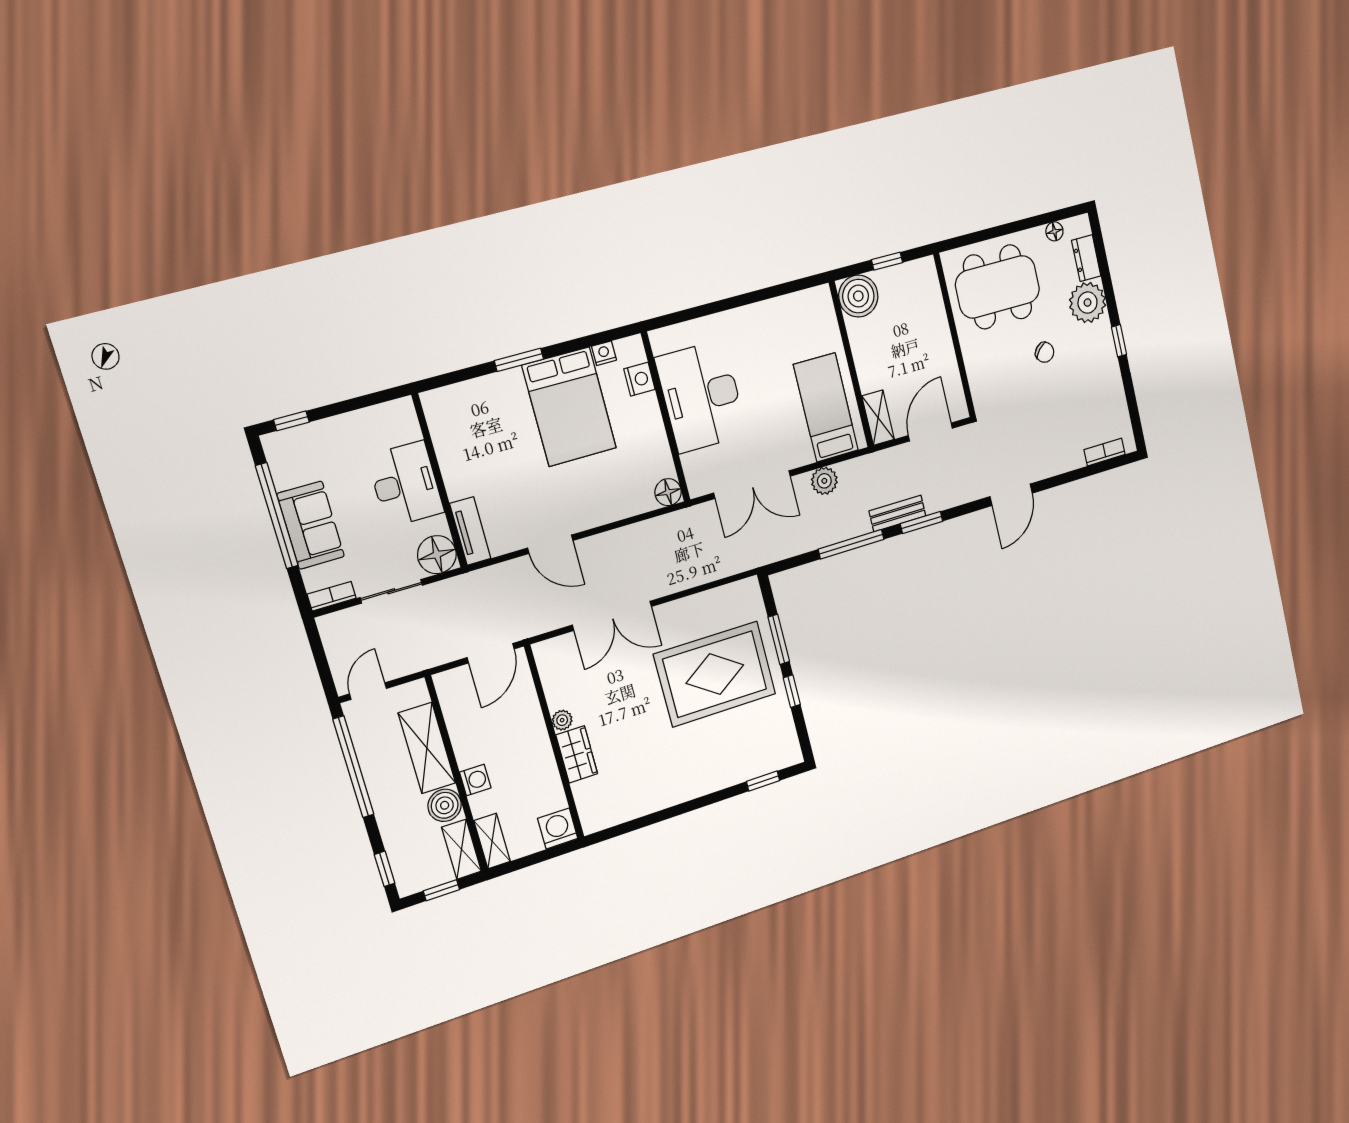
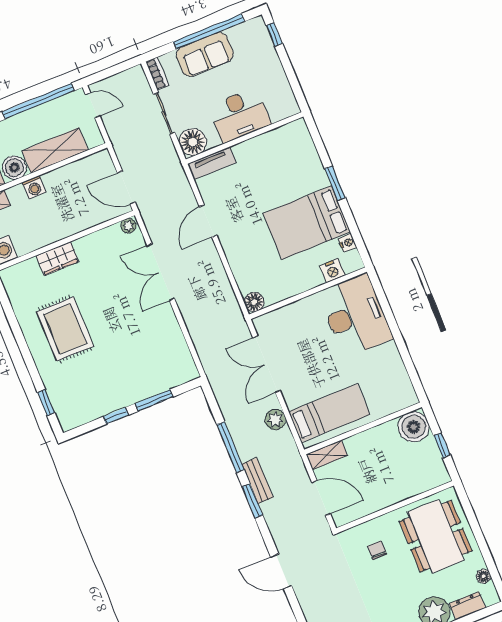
chair: (1045, 352) -> (377, 550), moved, turned 137
desk: (701, 396) -> (355, 315), moved, turned 90
rug: (715, 674) -> (65, 329), moved, width x0.73, depth x0.69
plant: (562, 720) -> (128, 226), moved

